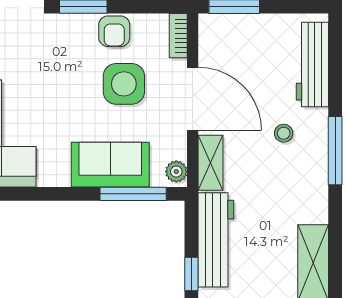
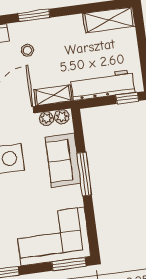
plant: (177, 148) -> (46, 119), added
window: (335, 151) -> (34, 15), width x0.69
window: (133, 194) -> (84, 174), moved

